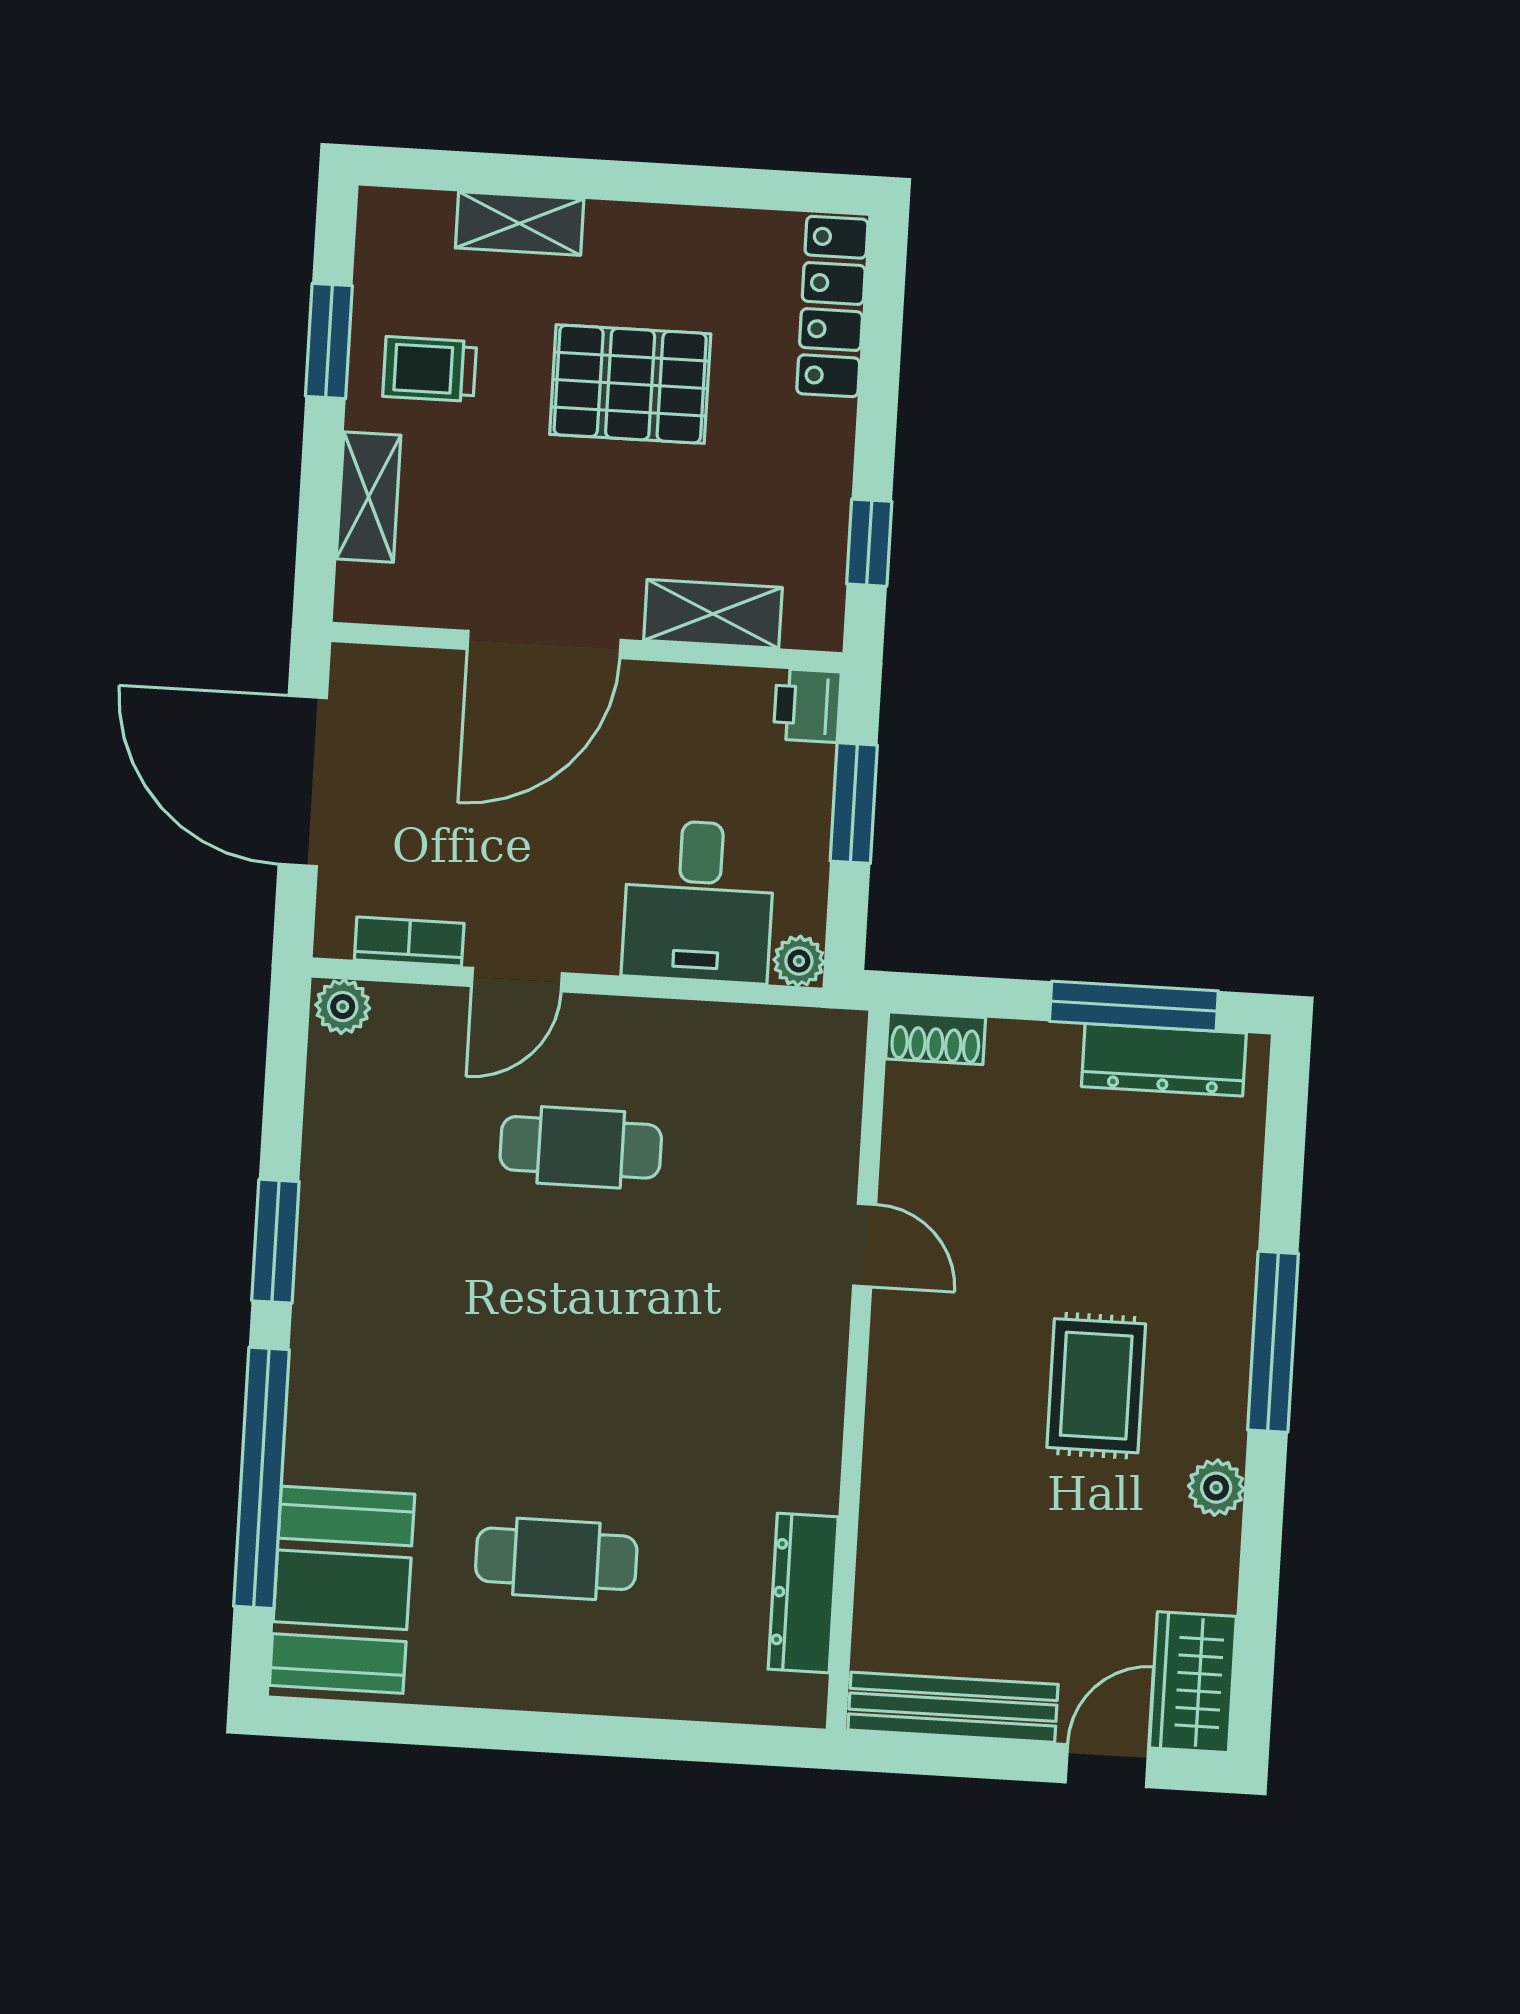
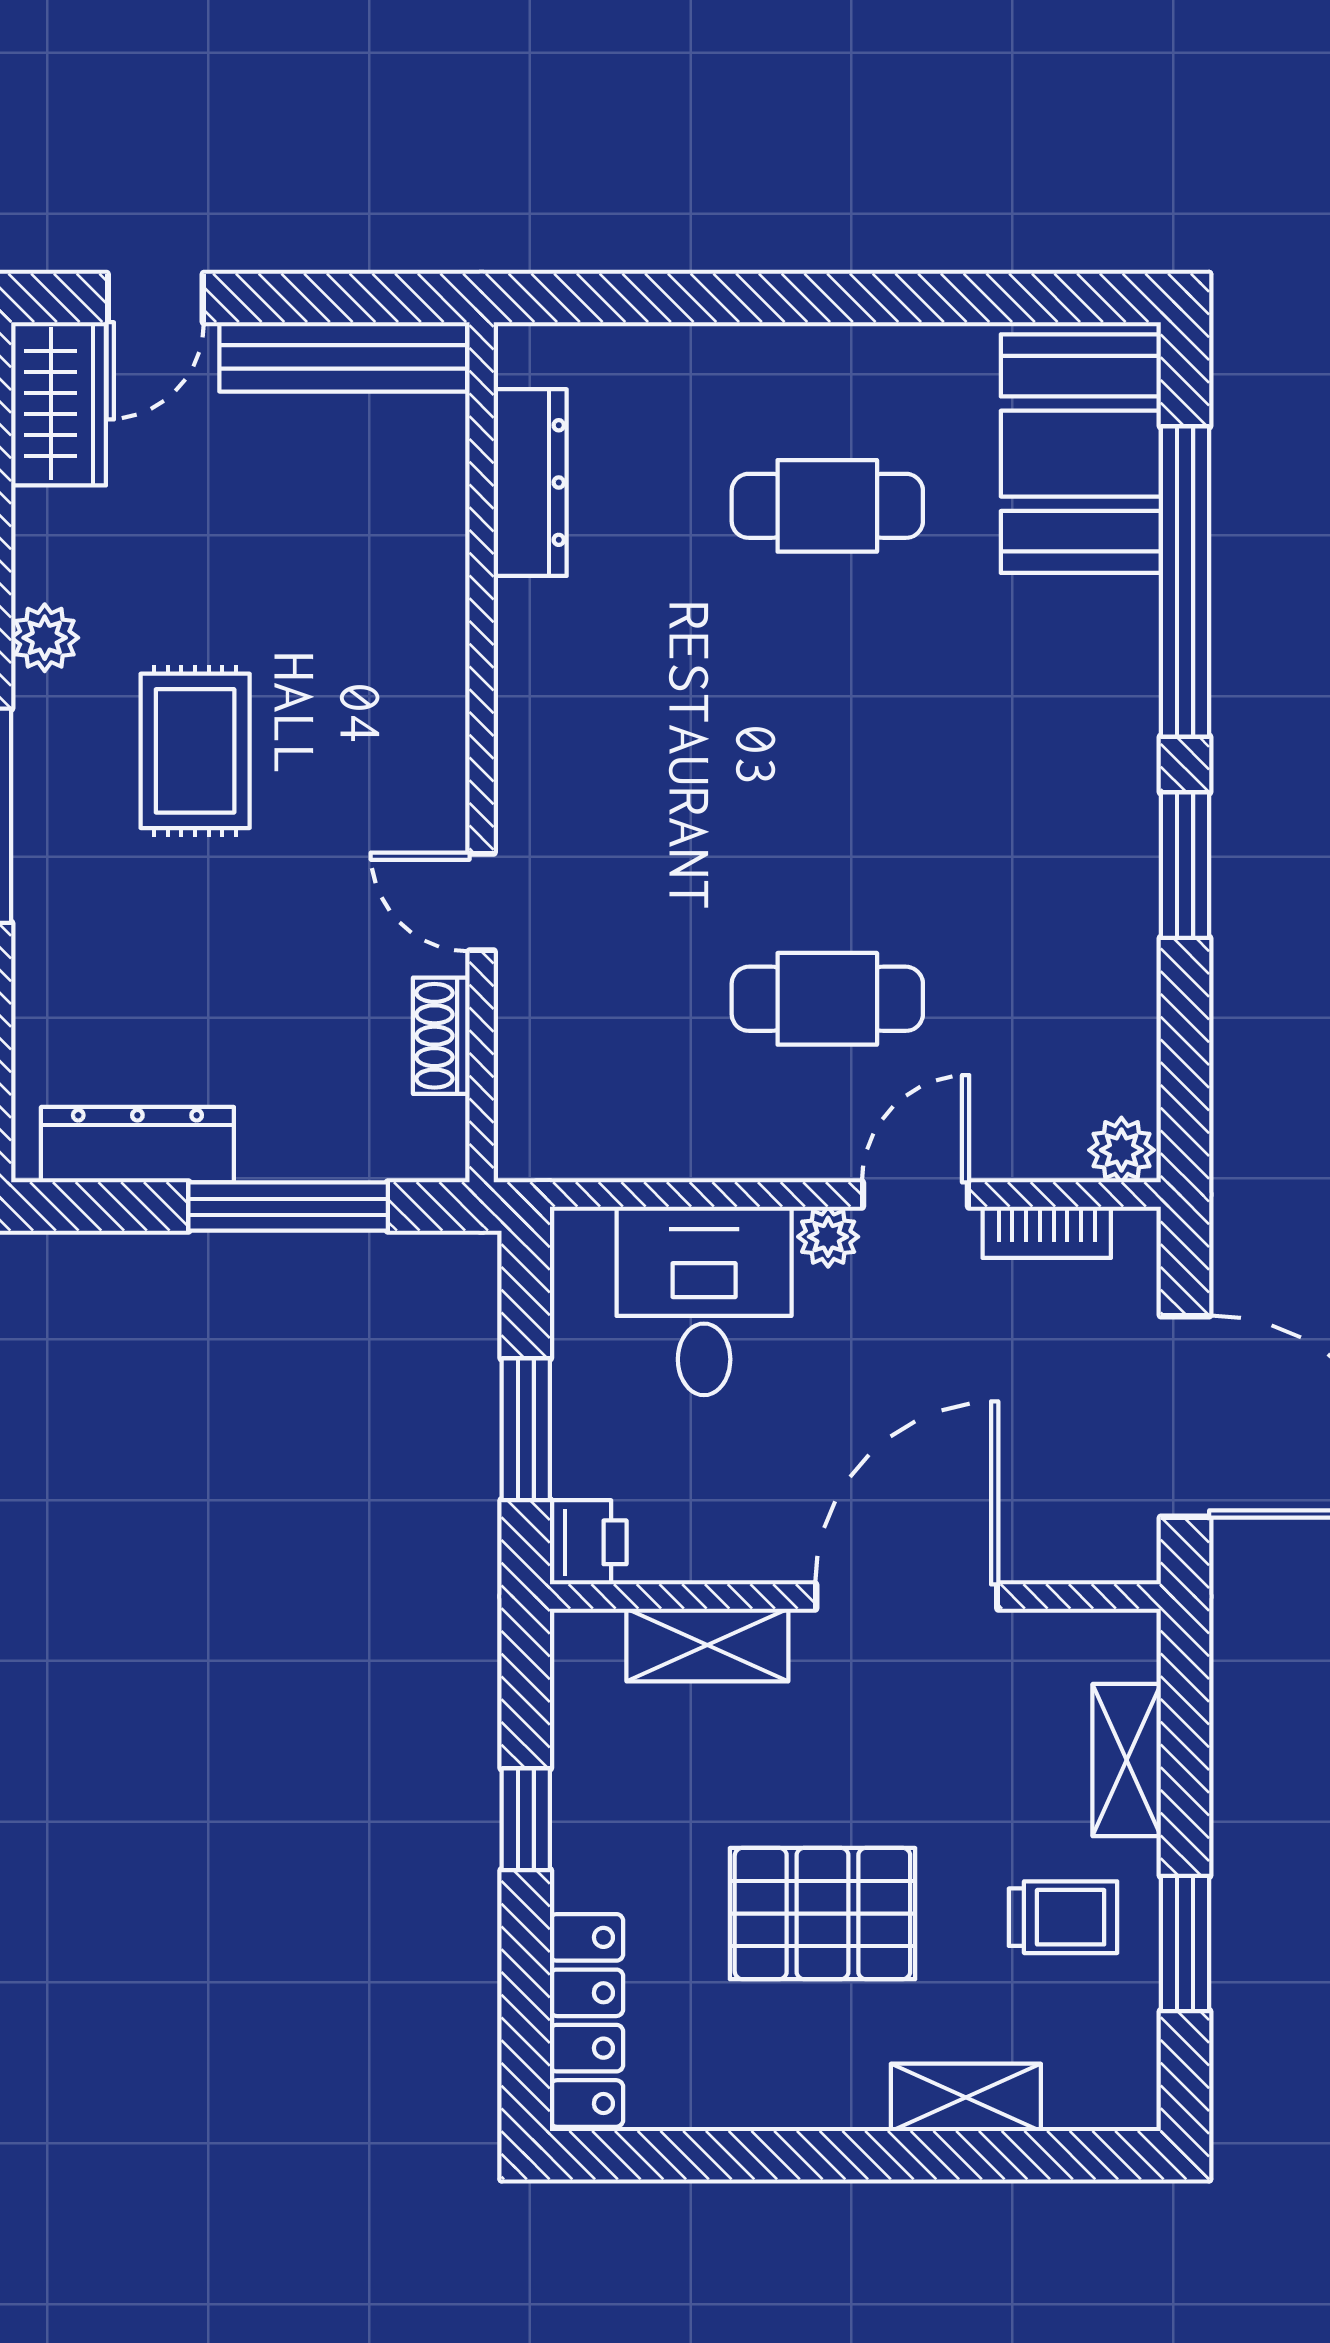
window: (869, 543) -> (526, 1819), moved
plant: (799, 961) -> (828, 1237), moved
window: (1134, 1006) -> (288, 1207), moved
shoe rack: (936, 1038) -> (441, 1036), moved, turned -90

